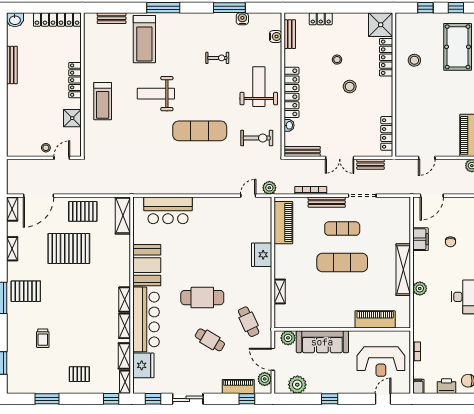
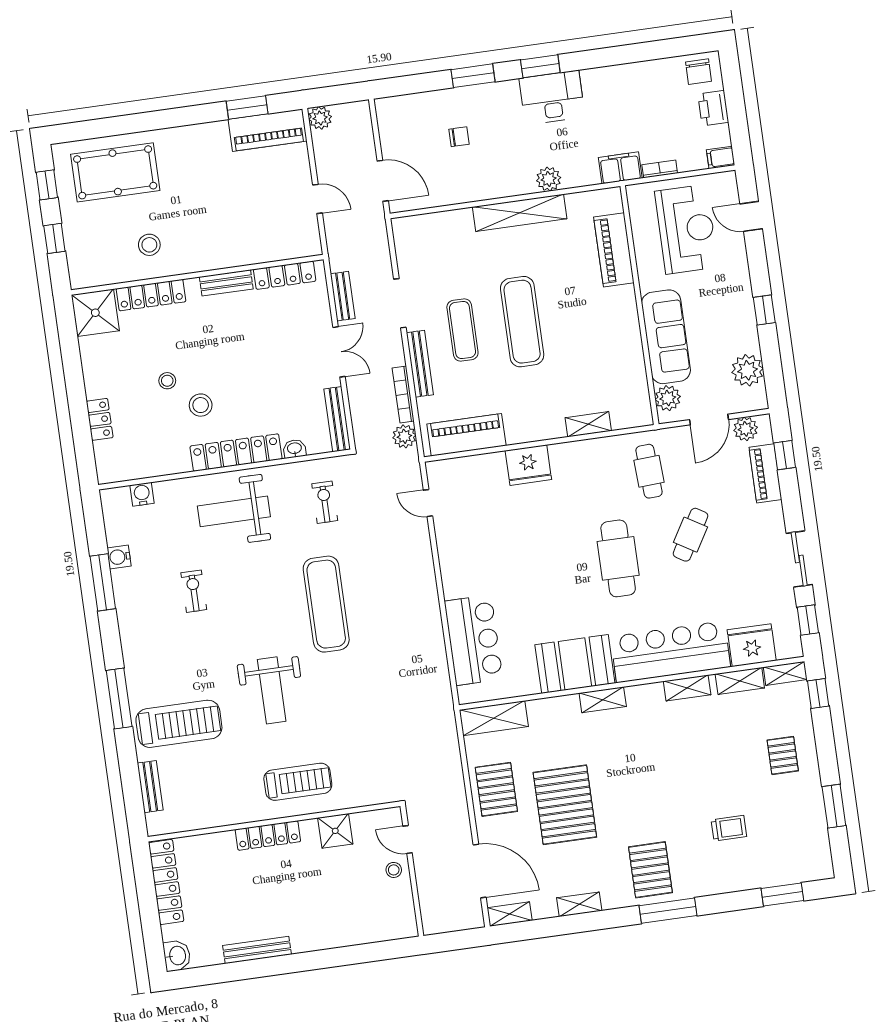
bench: (290, 34) -> (226, 283), moved
stool: (350, 87) -> (201, 405), moved
exercise bike: (257, 138) -> (325, 502), width x0.73, depth x0.72
plant: (269, 188) -> (404, 436), moved
filing cabinet: (420, 239) -> (620, 168), moved
shelving: (125, 300) -> (603, 700), moved
cafe table: (249, 322) -> (649, 471), turned -68

